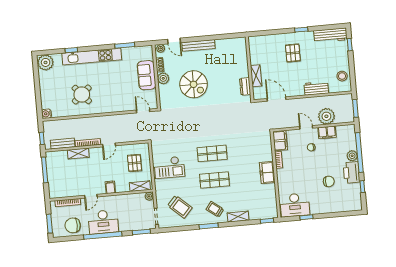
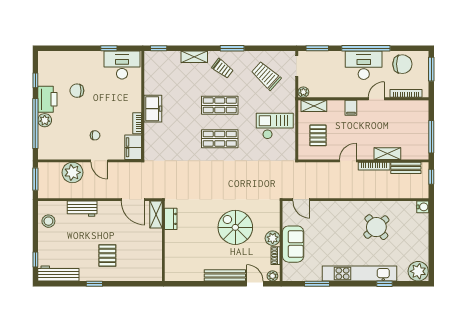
shelving: (256, 76) -> (156, 215), moved
filing cabinet: (327, 132) -> (74, 152), removed

